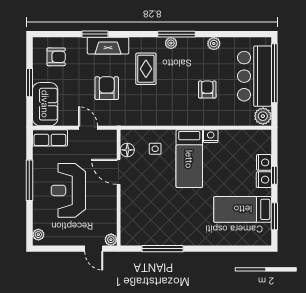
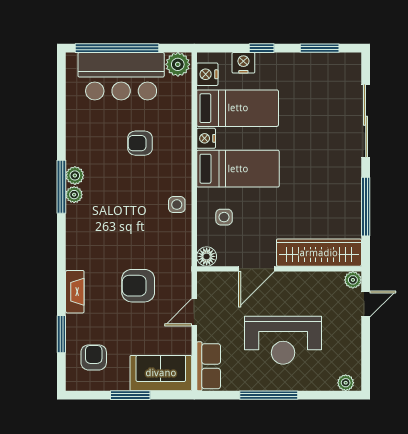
window: (95, 34) -> (61, 334), moved
plant: (214, 44) -> (75, 175), moved
fireplace: (108, 46) -> (75, 292), width x0.73, depth x0.76
rug: (146, 69) -> (111, 230), removed
side table: (164, 115) -> (177, 205), added
floor lamp: (127, 150) -> (207, 256), moved
nightstand: (264, 180) -> (207, 74), moved, turned -90
bed: (243, 209) -> (238, 108), moved, turned -90
wardrobe: (130, 216) -> (319, 253), added
sliding door: (223, 249) -> (366, 121), added

